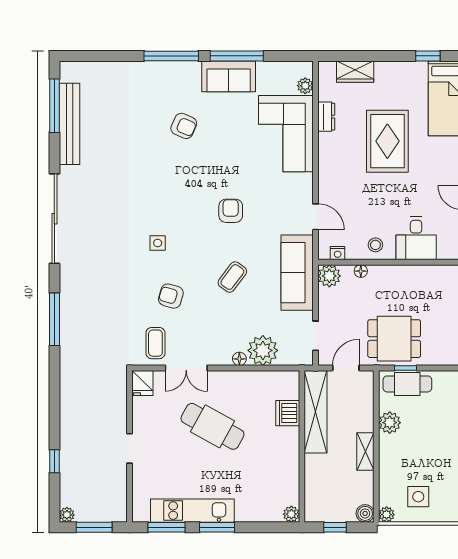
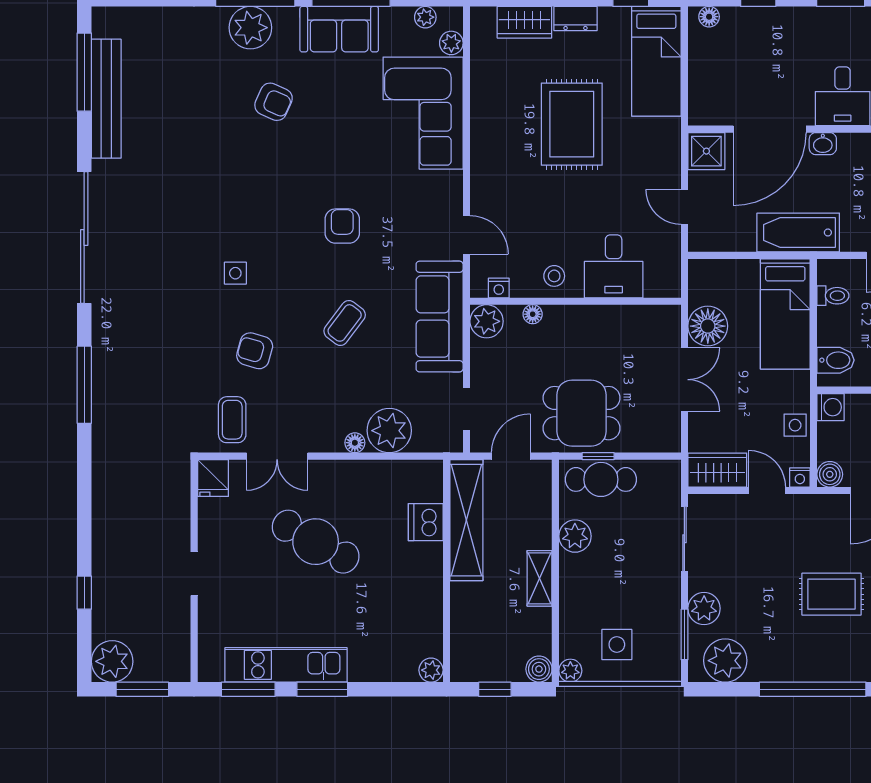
plant: (287, 68) -> (425, 17), added
plant: (168, 75) -> (250, 28), added
dresser: (326, 117) -> (575, 19), moved, turned 90
plant: (67, 515) -> (112, 661), width x1.87, depth x1.87

